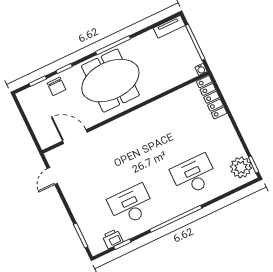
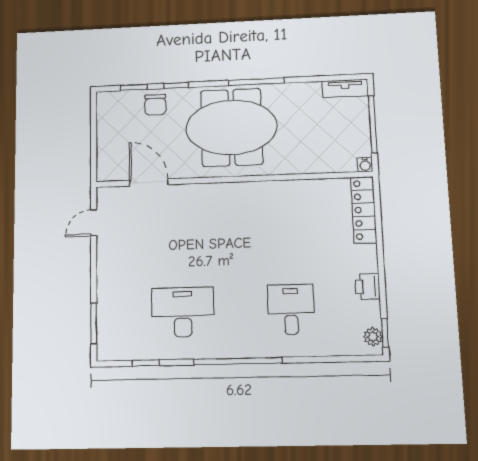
plant: (241, 167) -> (373, 337), width x0.53, depth x0.53
desk: (194, 175) -> (291, 309), width x0.73
printer: (113, 239) -> (368, 287), moved, turned -90

